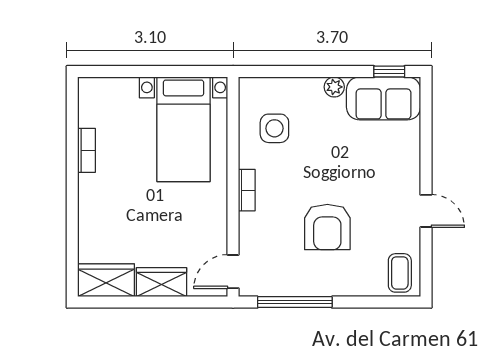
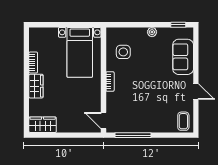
sofa: (384, 98) -> (183, 57), moved, turned 90
armchair: (327, 227) -> (149, 99), removed
door: (233, 272) -> (103, 121), hinge flipped
wardrobe: (162, 282) -> (36, 86), moved, turned 90

